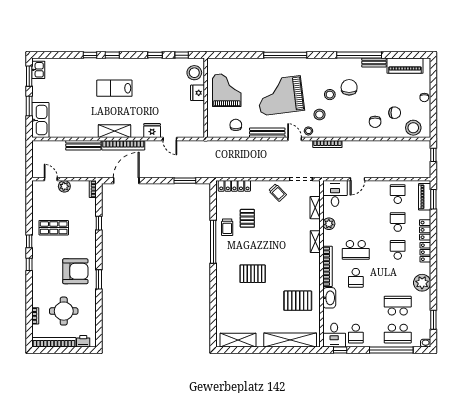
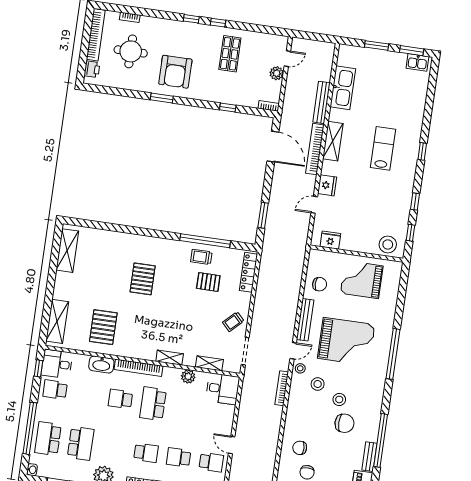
window: (90, 55) -> (426, 125), removed
grand piano: (227, 90) -> (362, 280), turned 180
fridge: (198, 93) -> (330, 240), moved
grand piano: (280, 96) -> (346, 341), turned 97
kitchen sink: (40, 120) -> (343, 88), moved, turned -90
door: (357, 179) -> (232, 445), moved
school desk: (398, 222) -> (179, 457), turned 180
window: (213, 242) -> (205, 241), moved
shelving: (290, 340) -> (57, 321), width x0.68

